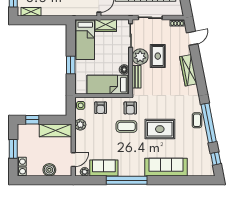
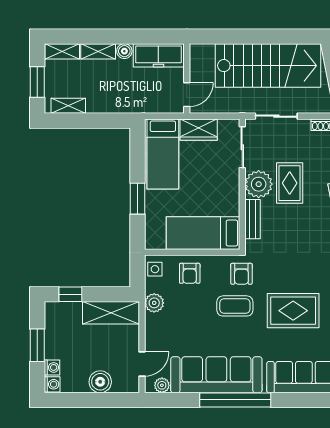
floor lamp: (124, 69) -> (231, 207), removed
sofa: (104, 168) -> (216, 375), width x1.85, depth x1.27

